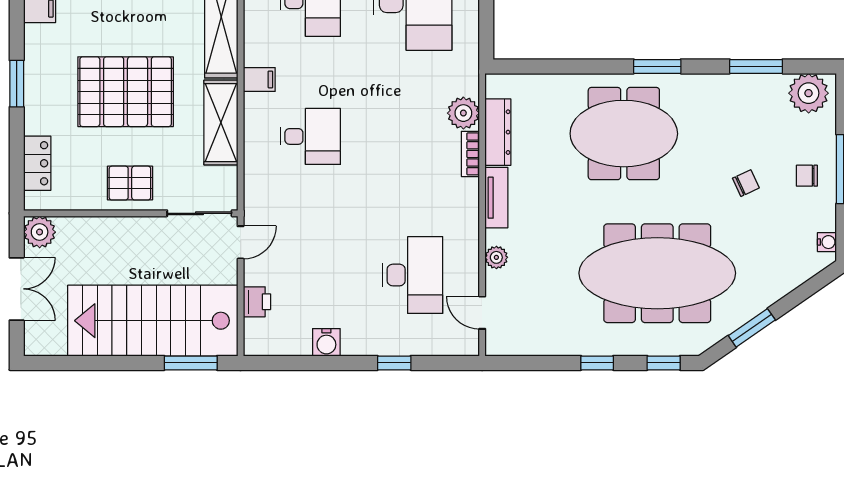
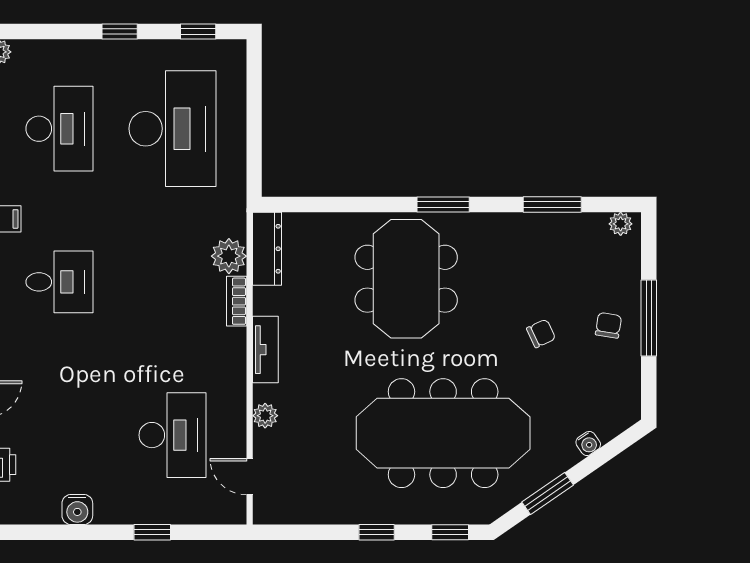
plant: (809, 93) -> (621, 224), width x0.53, depth x0.53
dresser: (498, 132) -> (267, 249), moved
meeting table: (624, 134) -> (406, 279), turned 90
chair: (807, 176) -> (608, 325), turned 99
water cooler: (827, 242) -> (588, 443), moved, turned 55

